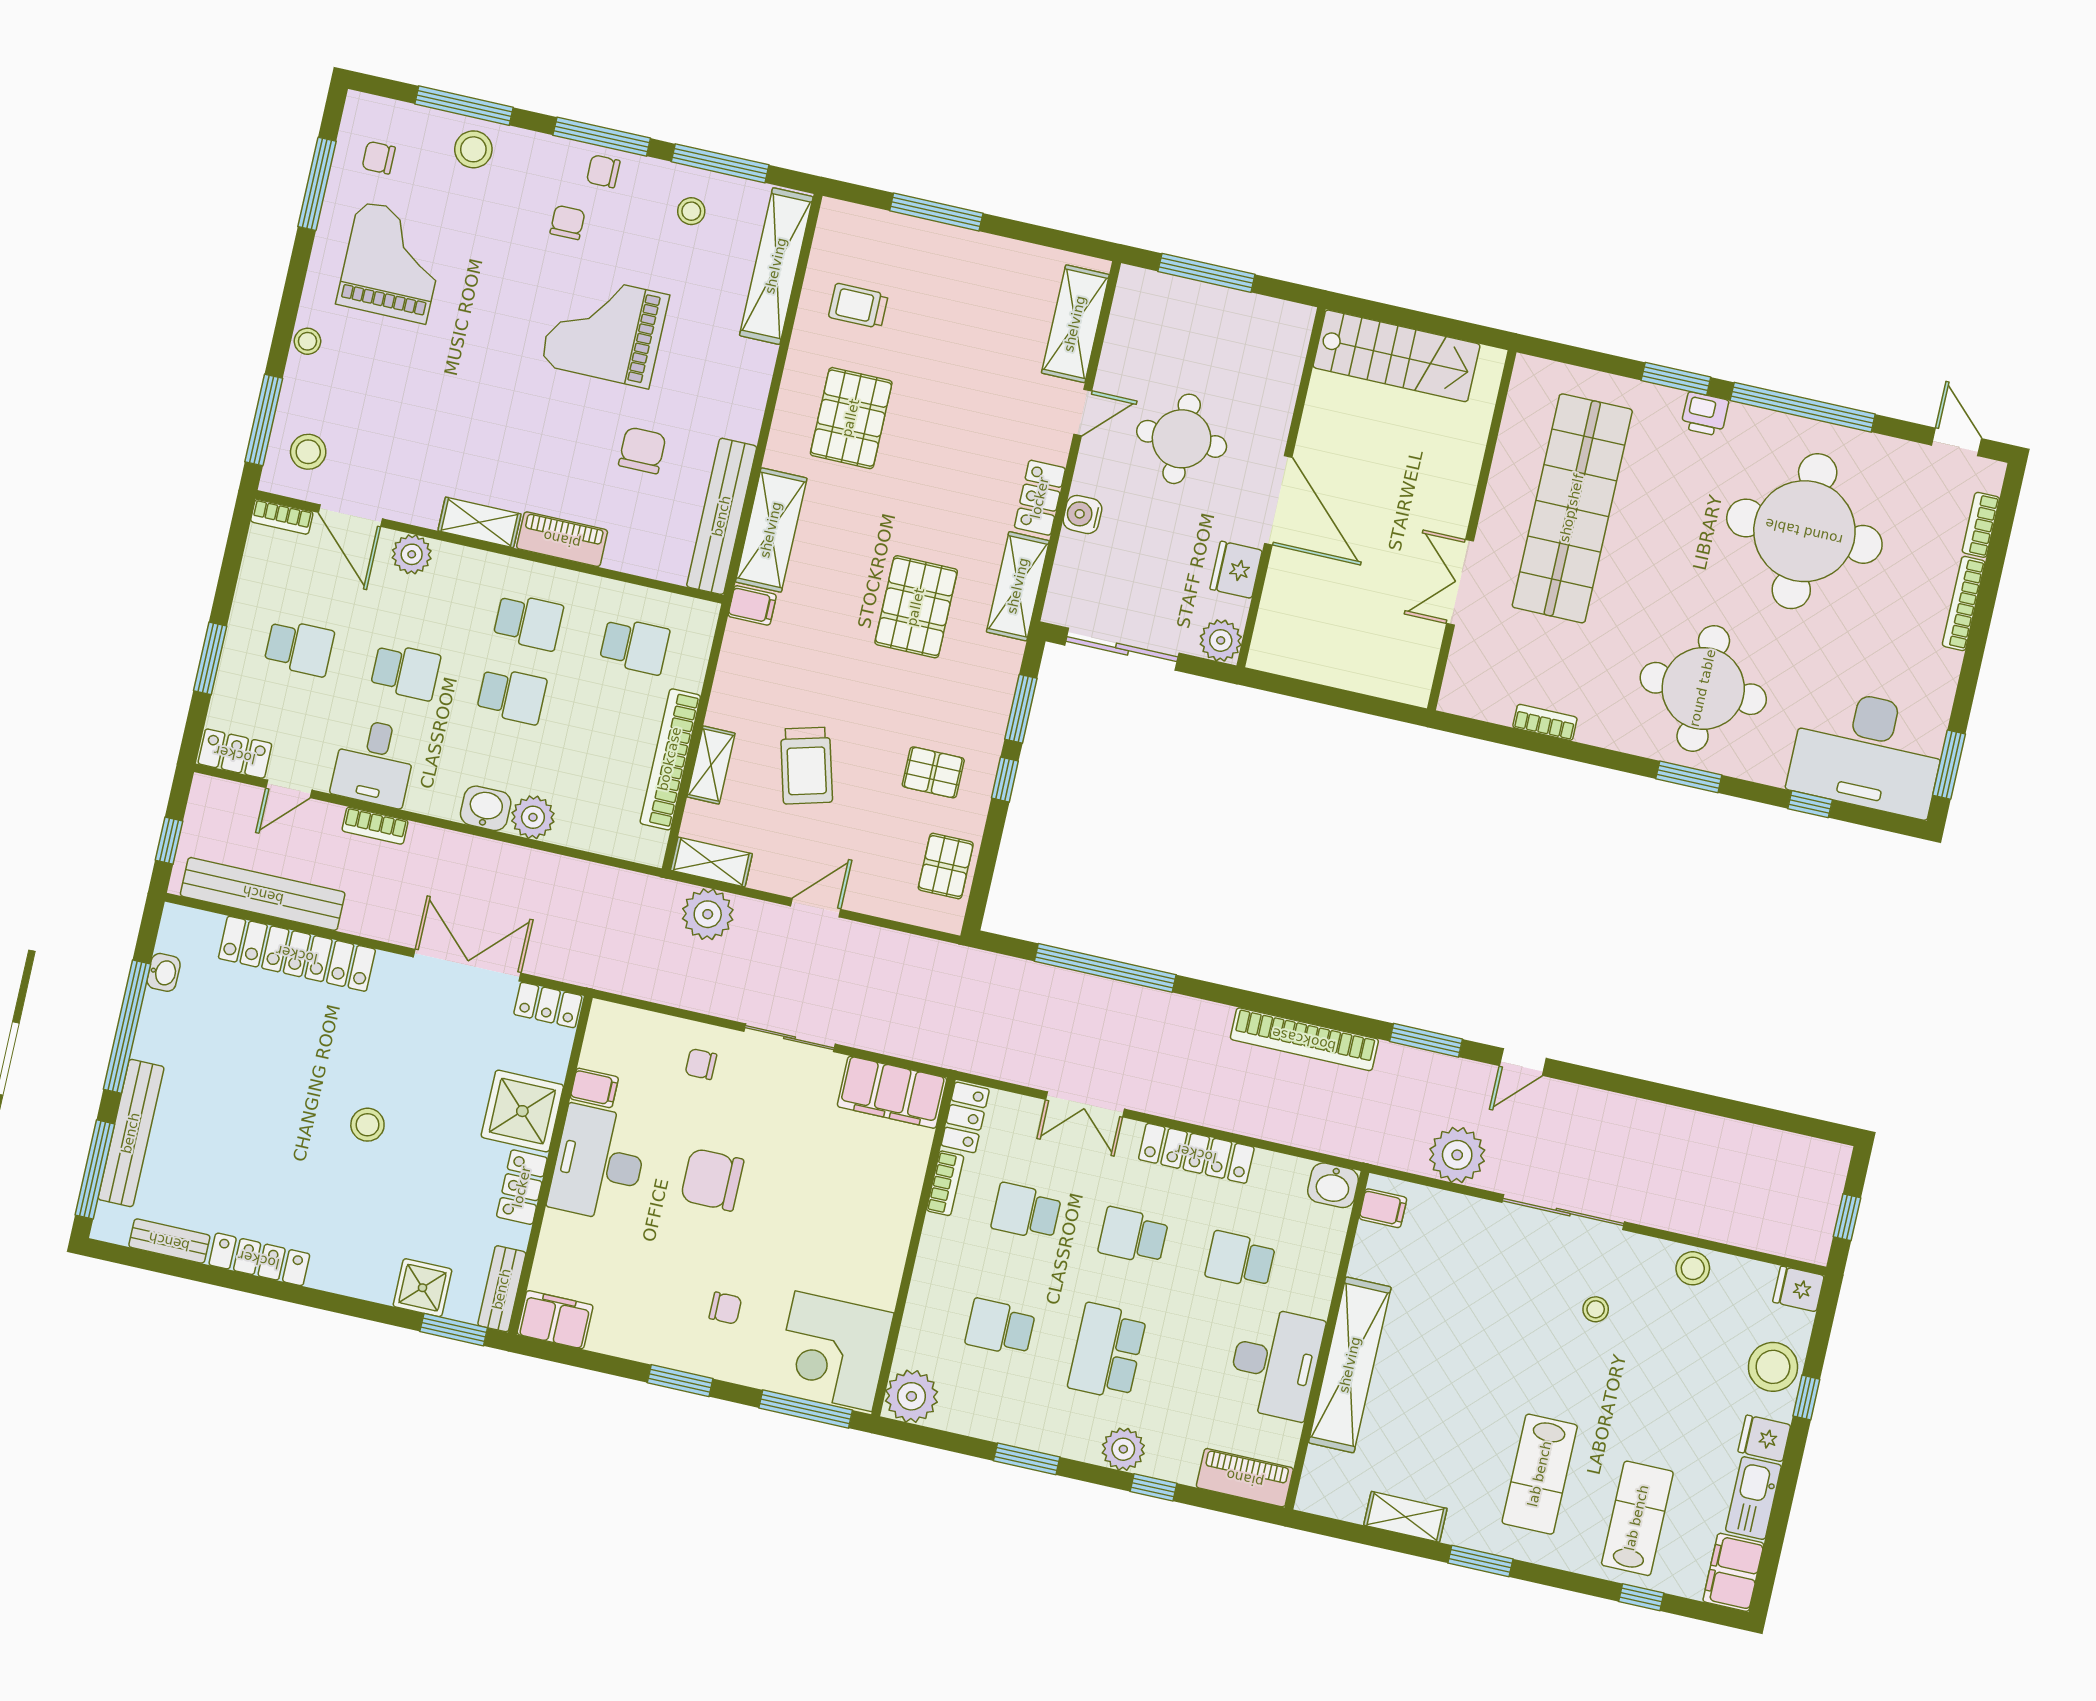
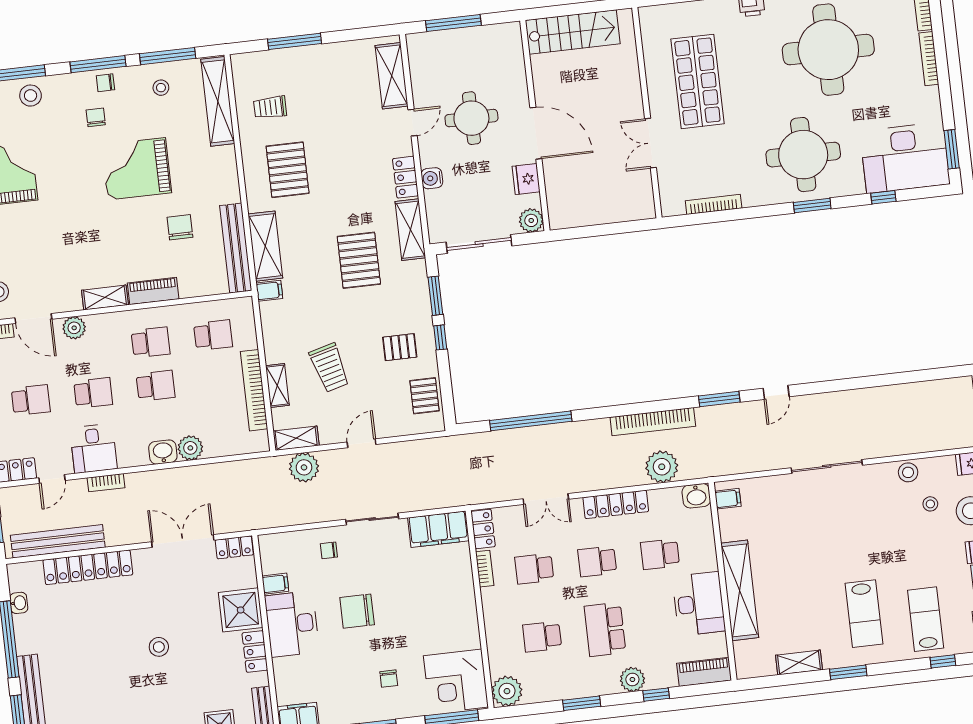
shop shelf: (1572, 508) -> (697, 81), width x0.71
bookcase: (1545, 722) -> (714, 204), width x1.56
plant: (1457, 1155) -> (662, 467), moved
chair: (725, 1308) -> (389, 679), turned 90
stool: (1596, 1309) -> (930, 504), moved

